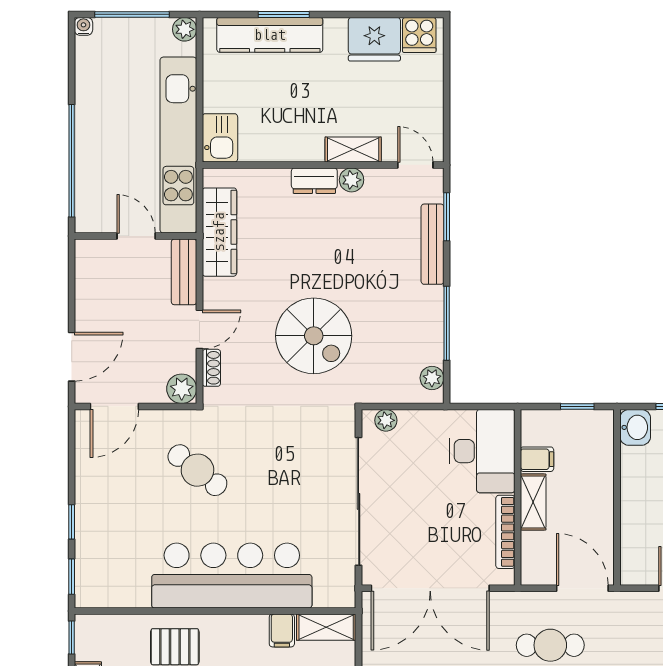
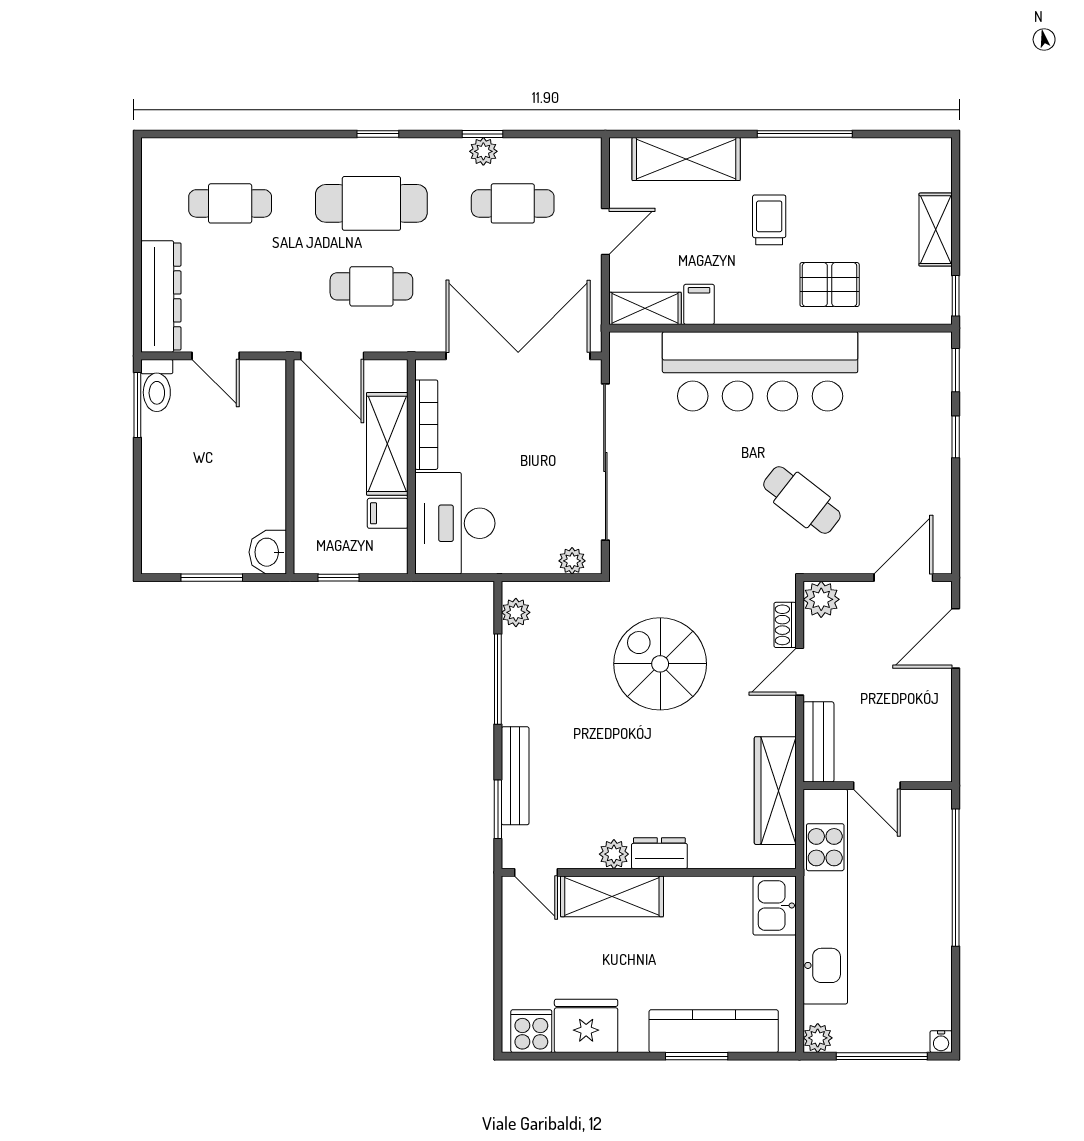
shelving: (353, 150) -> (612, 896), width x1.50, depth x1.33
shelving: (533, 502) -> (387, 444), width x1.50, depth x1.33

